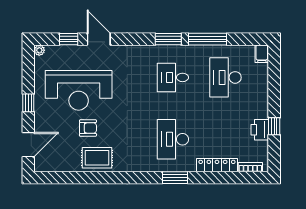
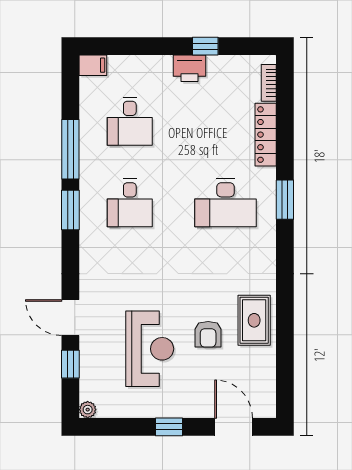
door: (99, 39) -> (70, 318), hinge flipped
desk: (226, 77) -> (130, 121), width x0.73
reception desk: (79, 90) -> (150, 349), width x0.74, depth x0.77
armchair: (88, 128) -> (208, 334), turned 180
printer: (260, 130) -> (190, 68), moved

